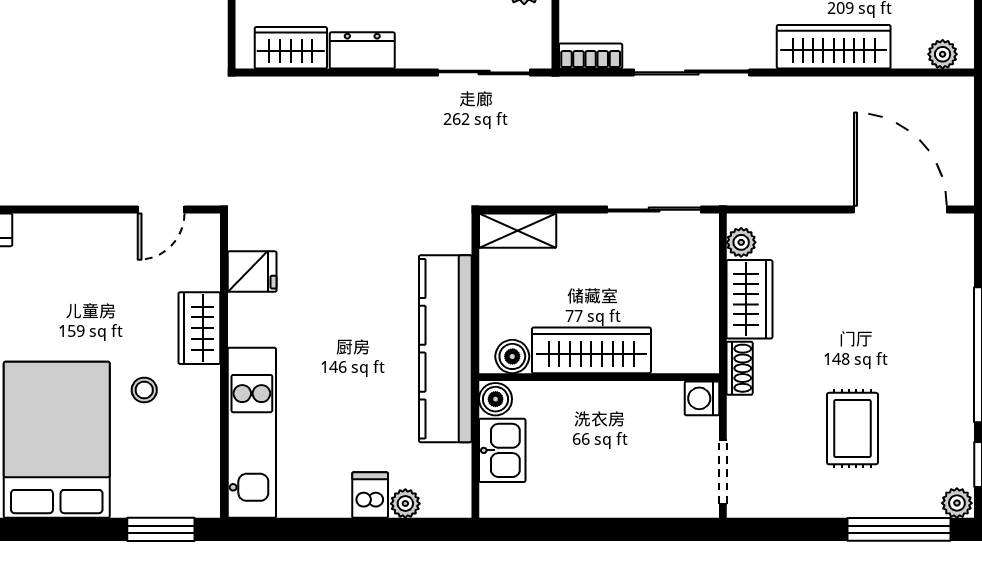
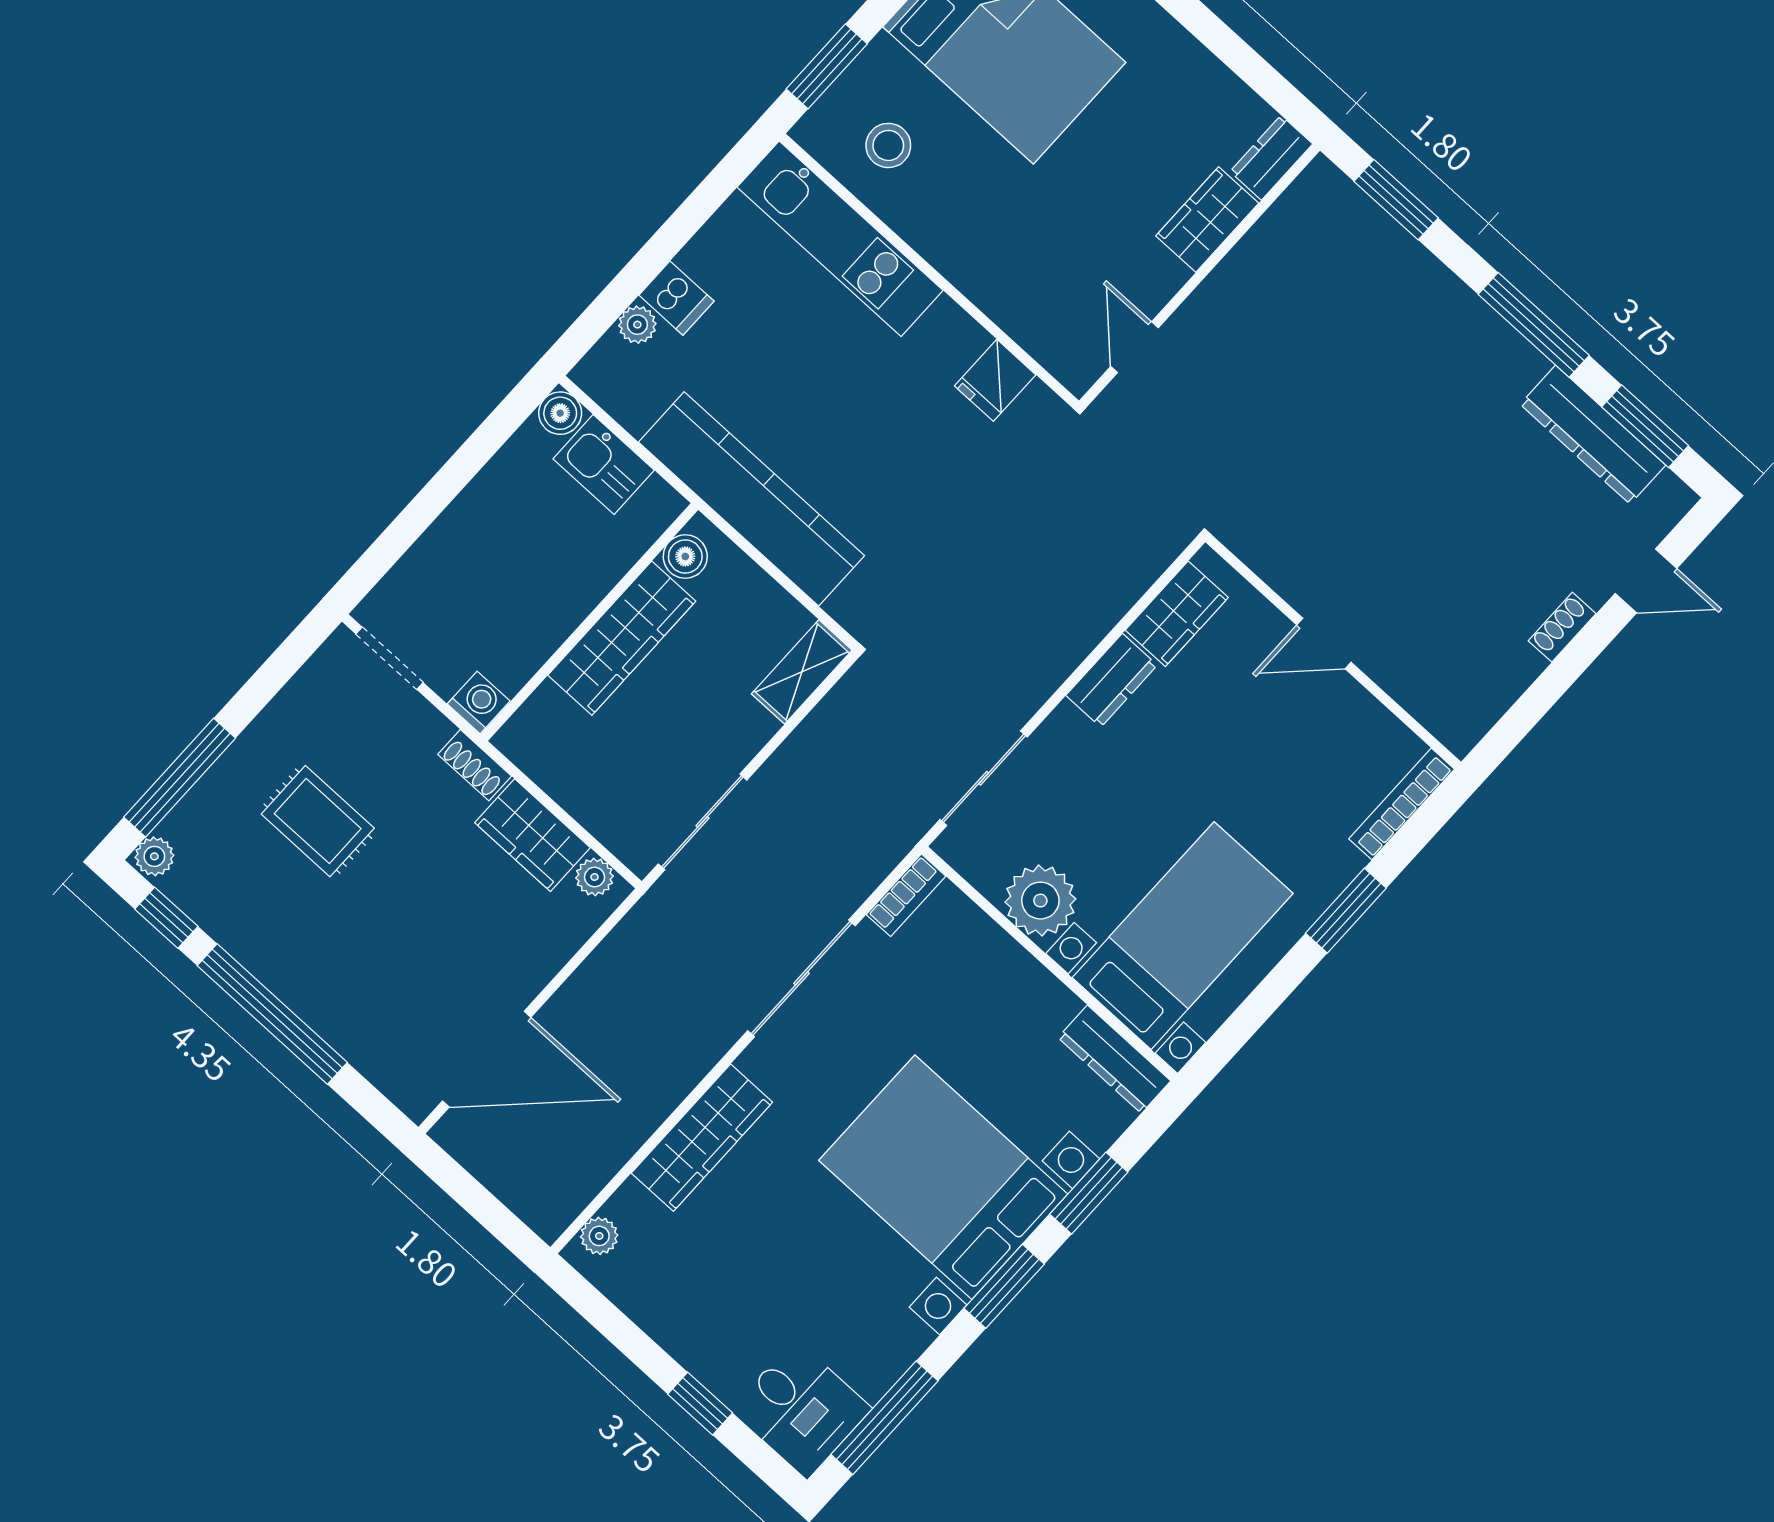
wardrobe: (199, 328) -> (1207, 220), moved, turned -90
stool: (144, 390) -> (888, 145), moved, width x1.37, depth x1.37
boiler: (496, 399) -> (560, 413), moved

